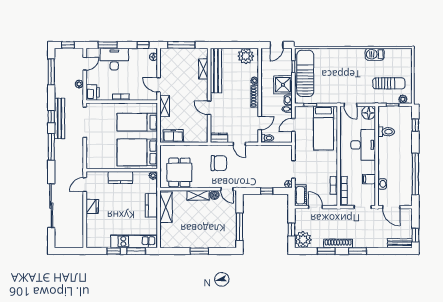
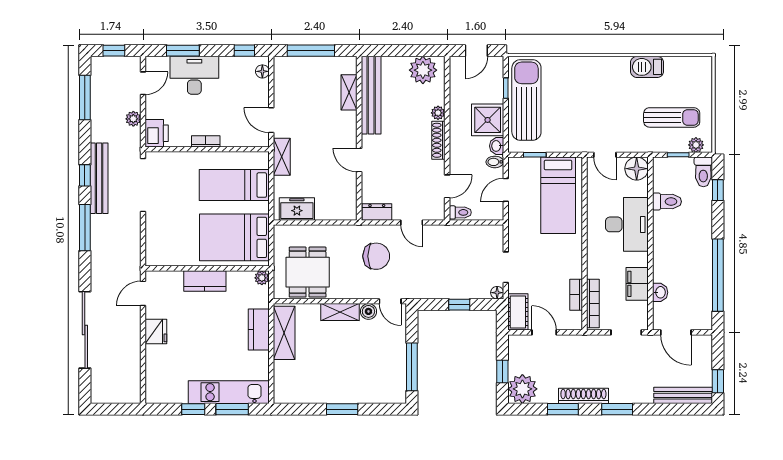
toilet: (407, 115) -> (703, 172), added
filing cabinet: (369, 179) -> (637, 284), width x2.00
bench: (400, 243) -> (683, 395), width x1.36

